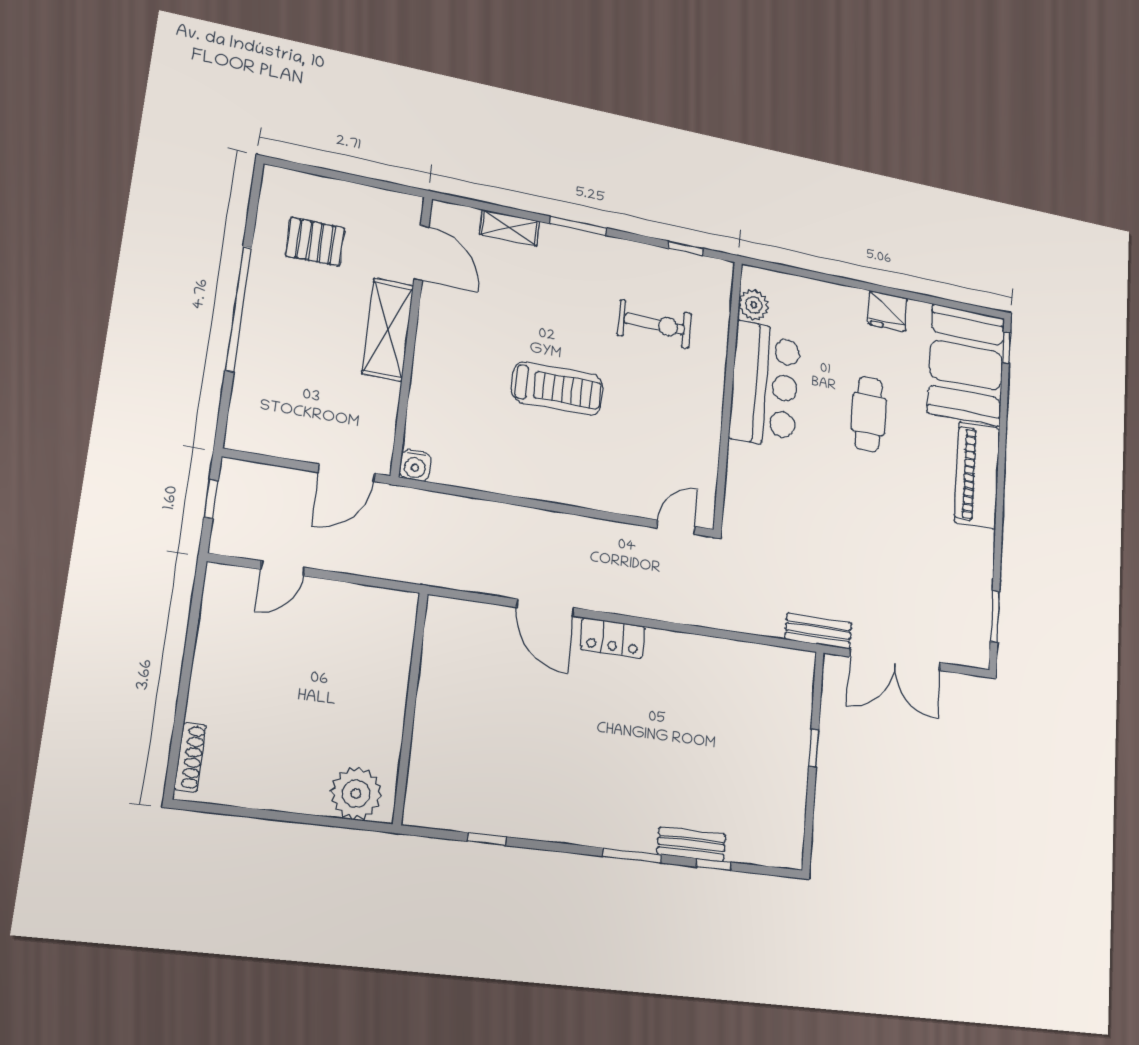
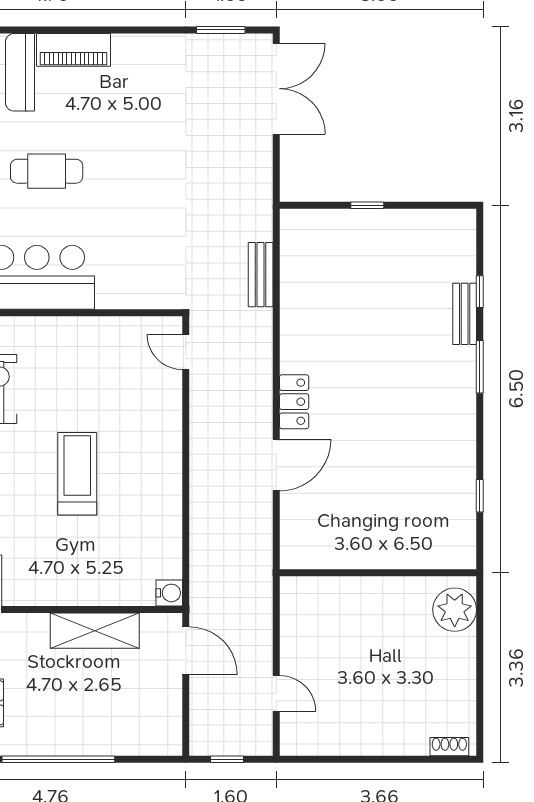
shelving: (388, 329) -> (95, 631), moved
piano: (977, 475) -> (74, 50), width x0.73, depth x0.75
bench: (818, 631) -> (261, 275), moved
double door: (895, 660) -> (276, 89), moved
shoe rack: (190, 757) -> (449, 747), width x0.70

